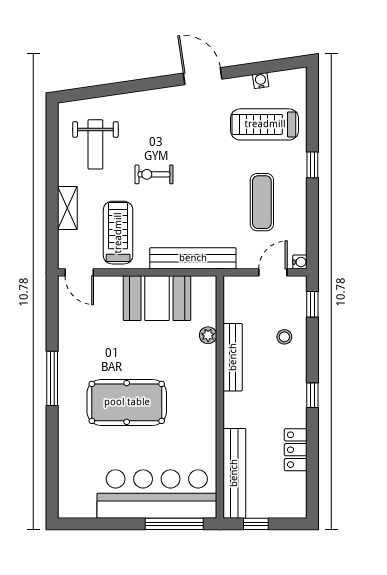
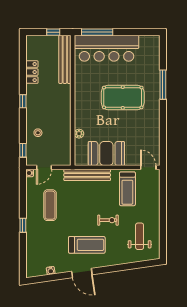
treadmill: (265, 124) -> (87, 245), moved
shelving: (67, 208) -> (155, 202), removed
bench: (233, 357) -> (66, 122), removed
window: (52, 378) -> (163, 85), moved

